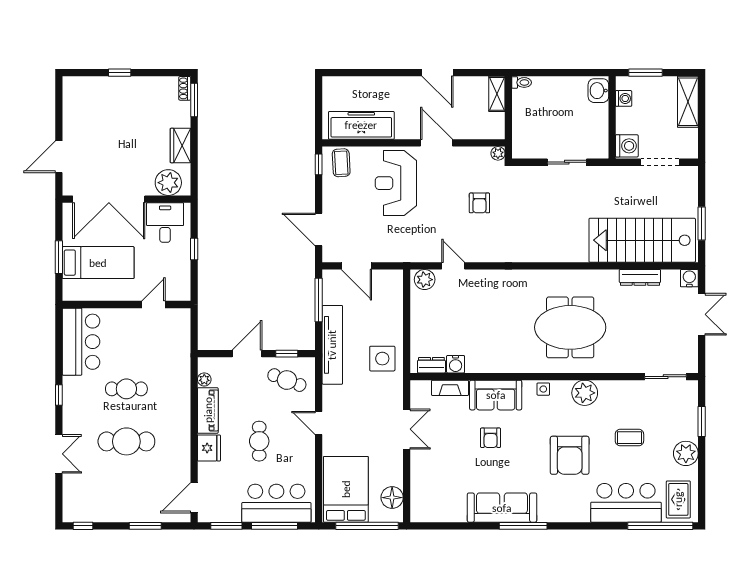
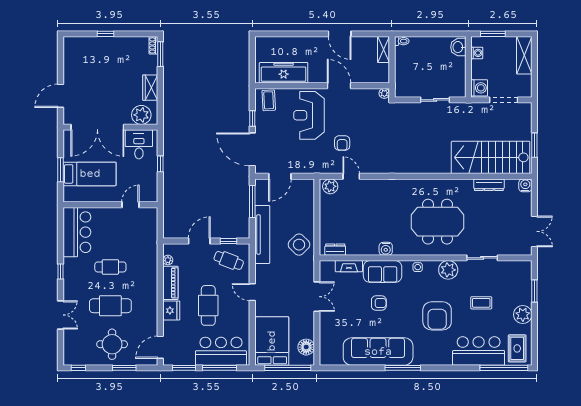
window: (319, 164) -> (252, 118), moved
armchair: (479, 203) -> (342, 143), moved
door: (319, 229) -> (252, 149), width x1.36
door: (356, 266) -> (280, 176), hinge flipped
double door: (702, 314) -> (534, 231), moved
side table: (382, 359) -> (299, 245), turned 45
water cooler: (456, 364) -> (386, 249), moved
sliding door: (666, 377) -> (482, 258), moved
armchair: (491, 438) -> (379, 303), turned -90
cafe table: (259, 441) -> (208, 305), width x1.37, depth x1.35
round table: (129, 494) -> (112, 344), added
sofa: (502, 508) -> (378, 352), width x1.36, depth x1.27

